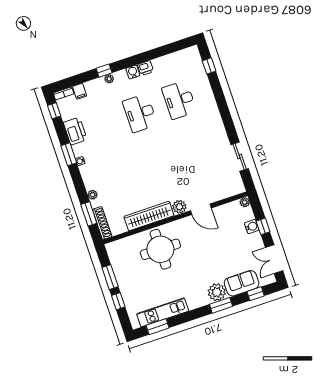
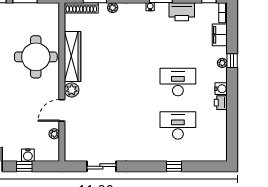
window: (209, 66) -> (174, 166), moved
filing cabinet: (80, 91) -> (220, 35), width x2.00
plant: (245, 202) -> (54, 134), moved

